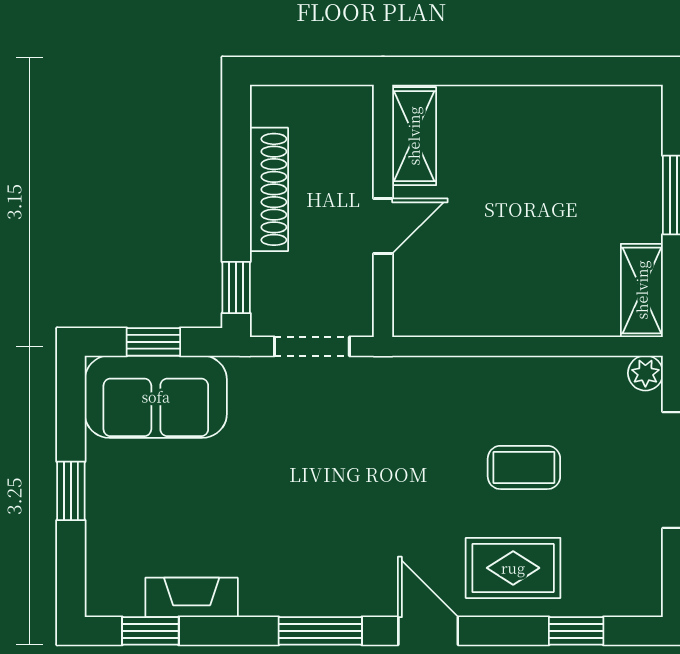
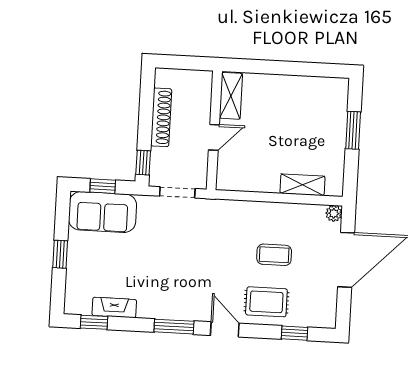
shelving: (642, 290) -> (302, 185), moved, turned 90

